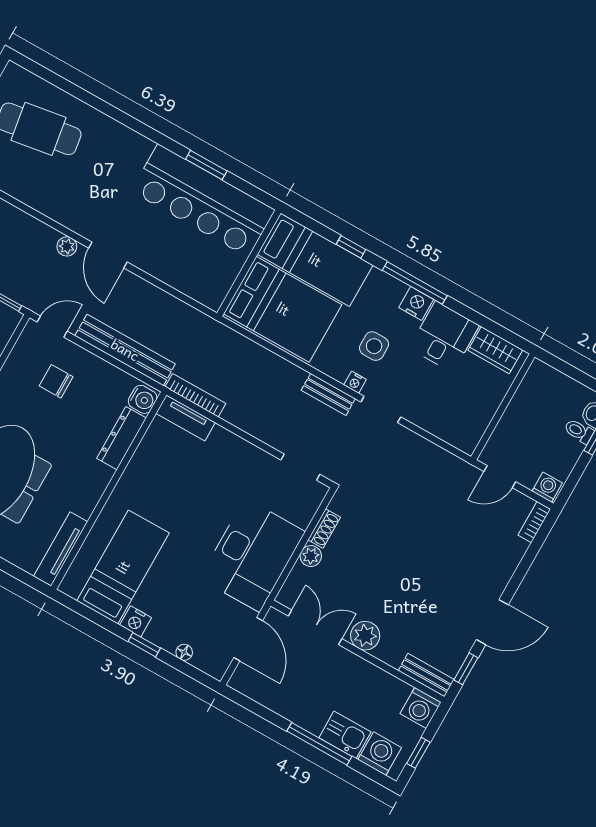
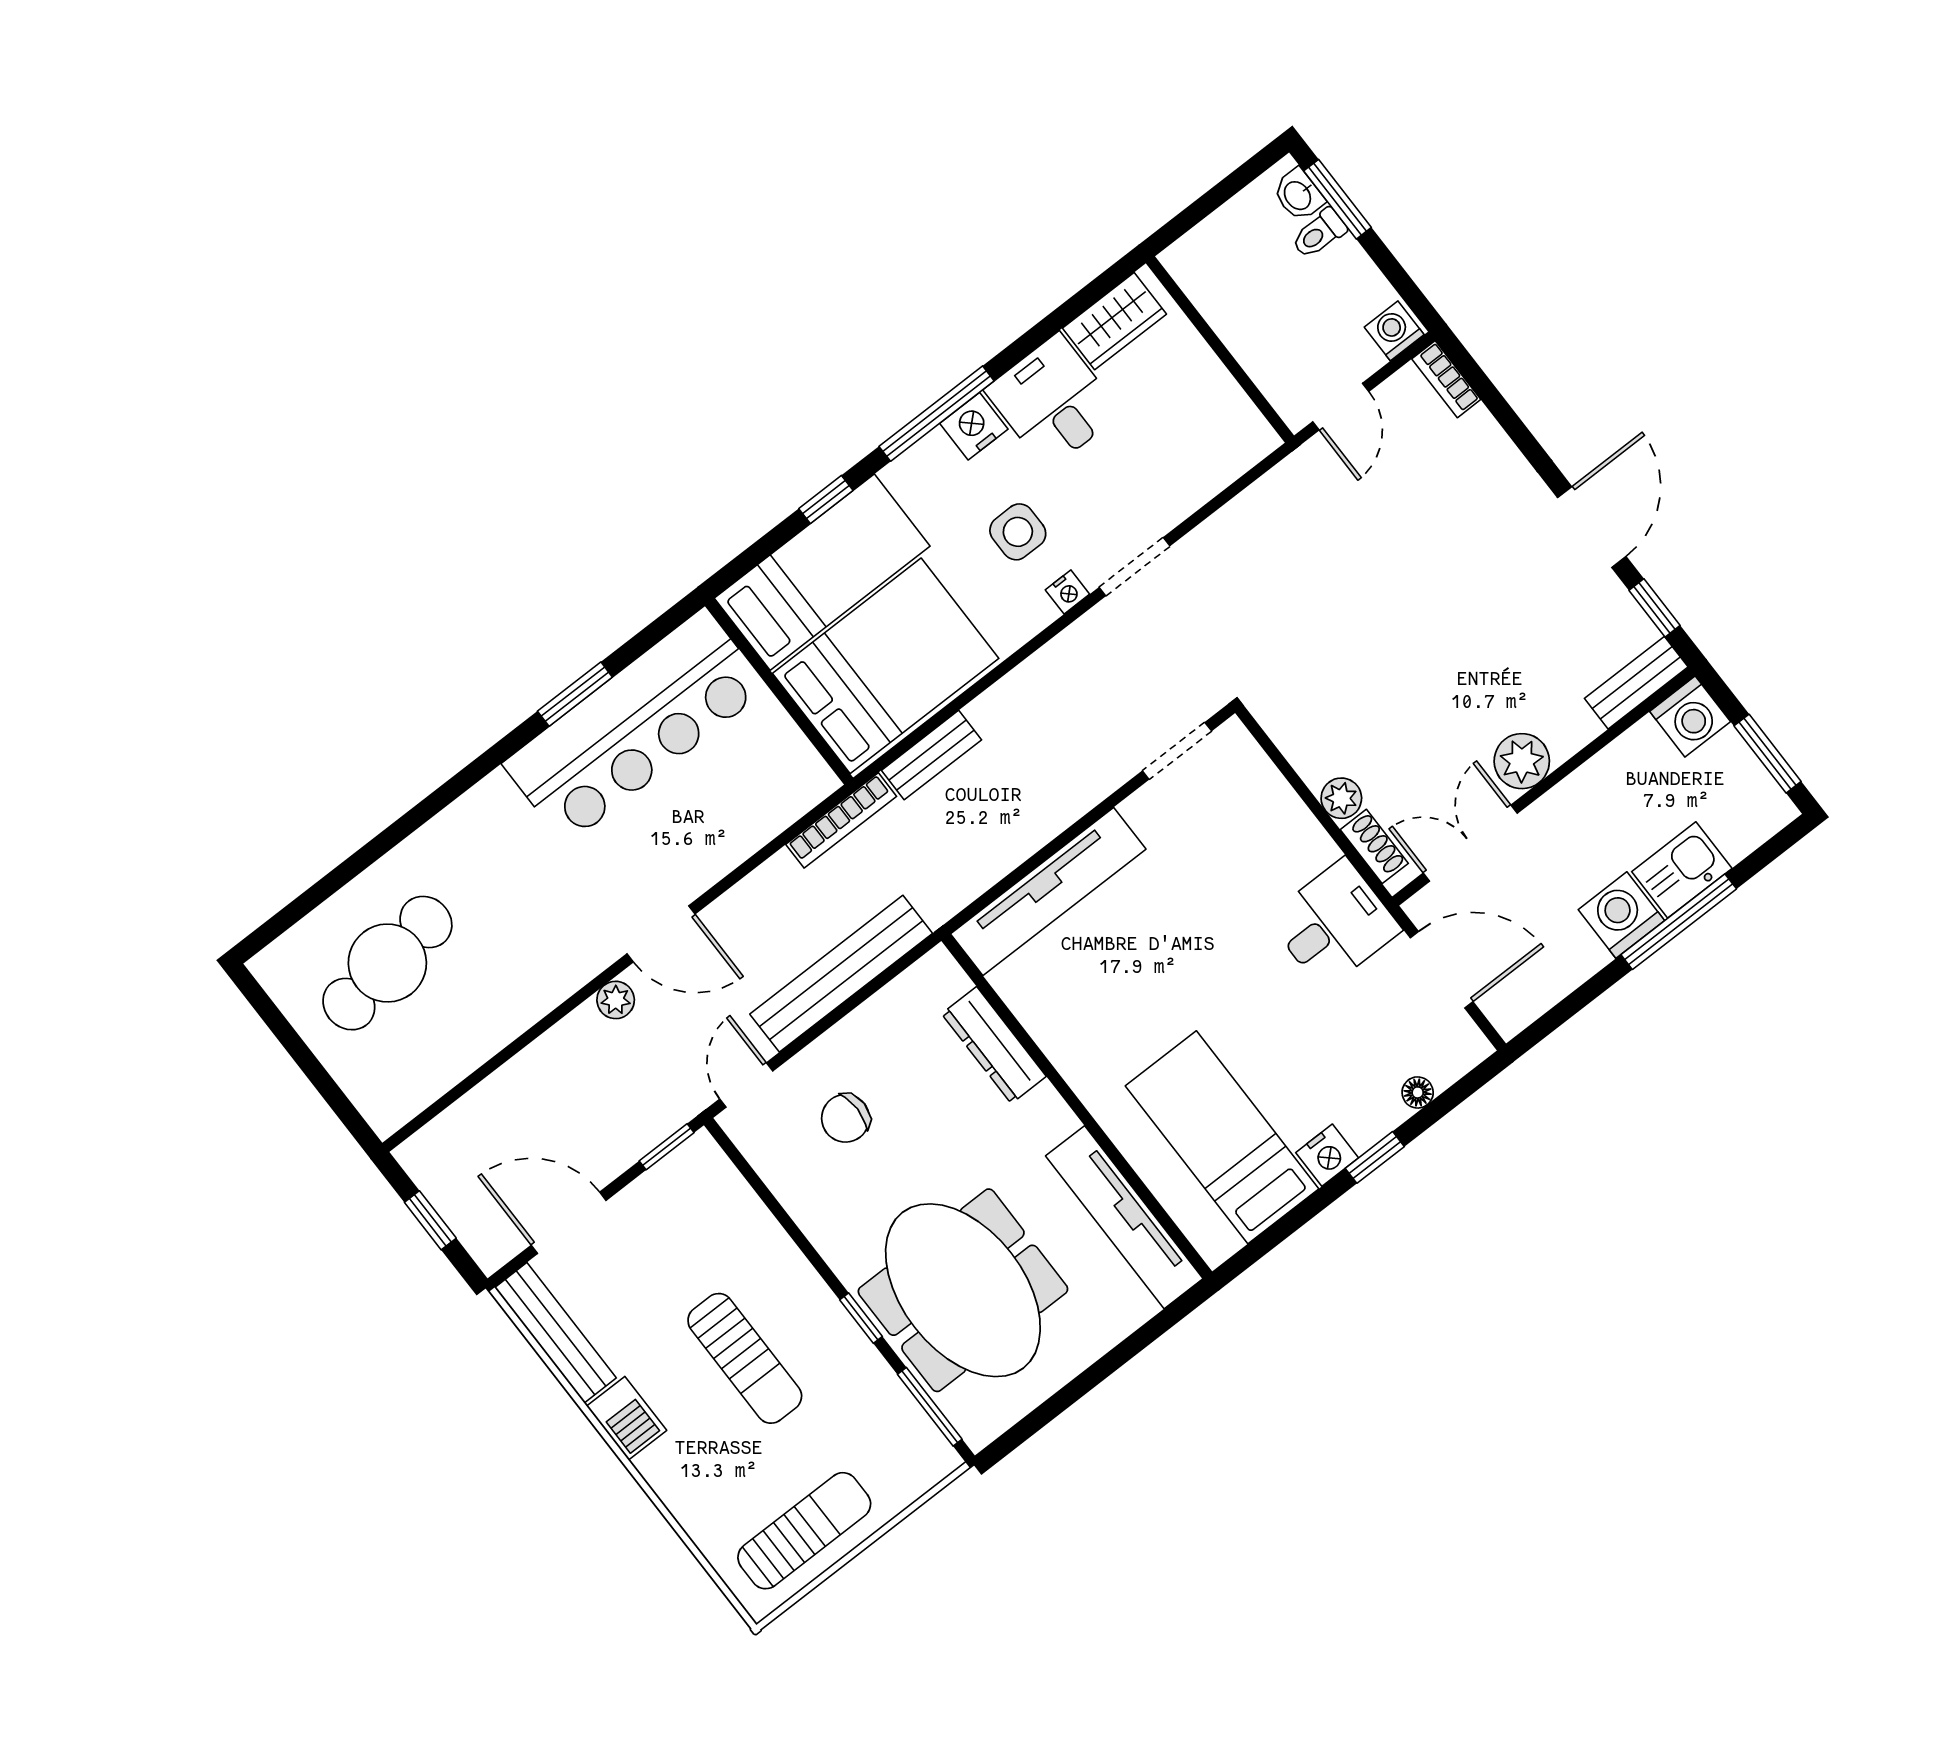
bench: (328, 394) -> (931, 755), moved
bookcase: (195, 395) -> (841, 820), moved, turned 180
water cooler: (143, 399) -> (941, 979), removed
tv unit: (186, 418) -> (1048, 891), width x1.92, depth x1.29
shoe rack: (324, 529) -> (1374, 846), moved
tv unit: (61, 549) -> (1124, 1217), width x1.36, depth x1.29
desk: (252, 555) -> (1334, 924), width x0.53, depth x0.77
window: (418, 753) -> (1768, 754), width x1.50
washing machine: (380, 754) -> (1621, 915), moved

